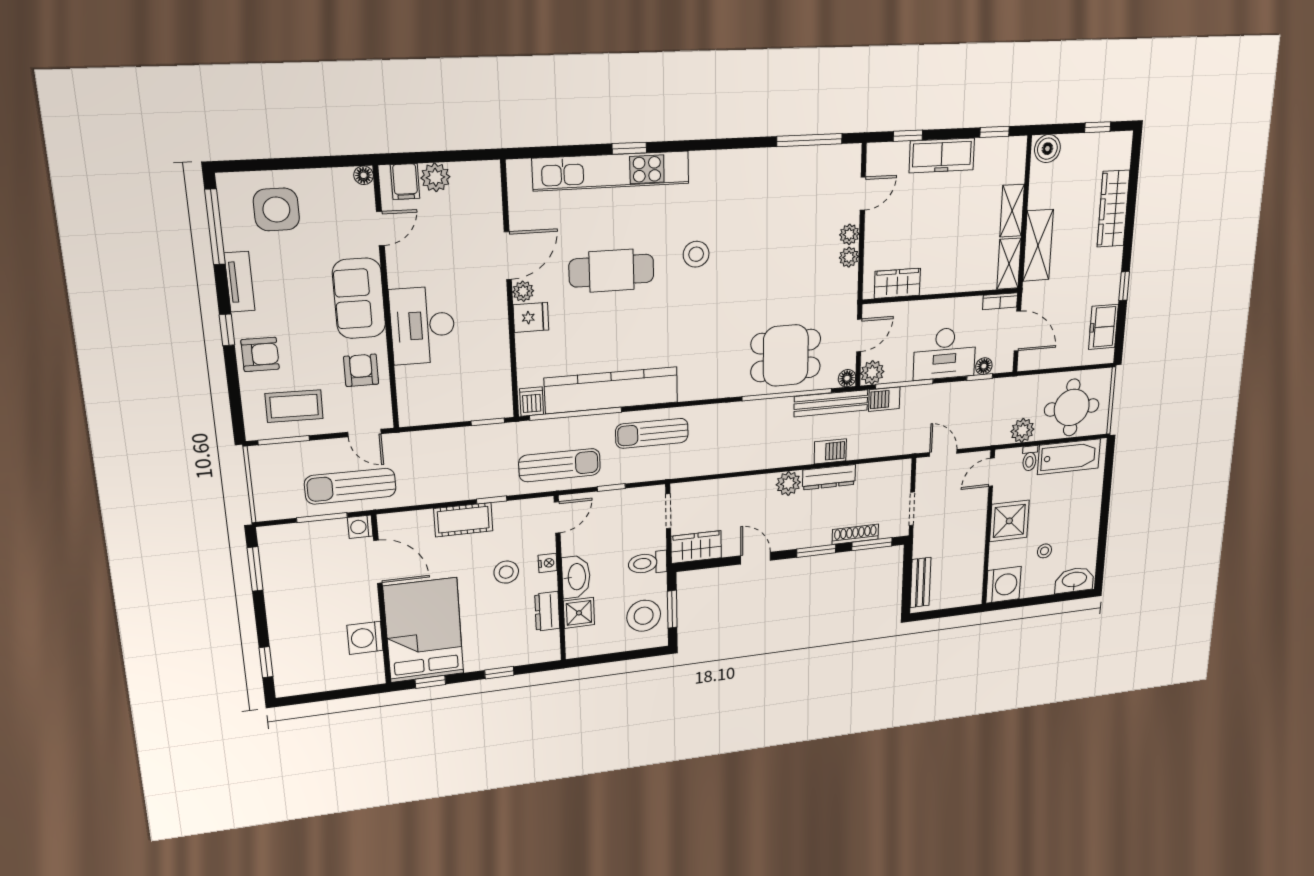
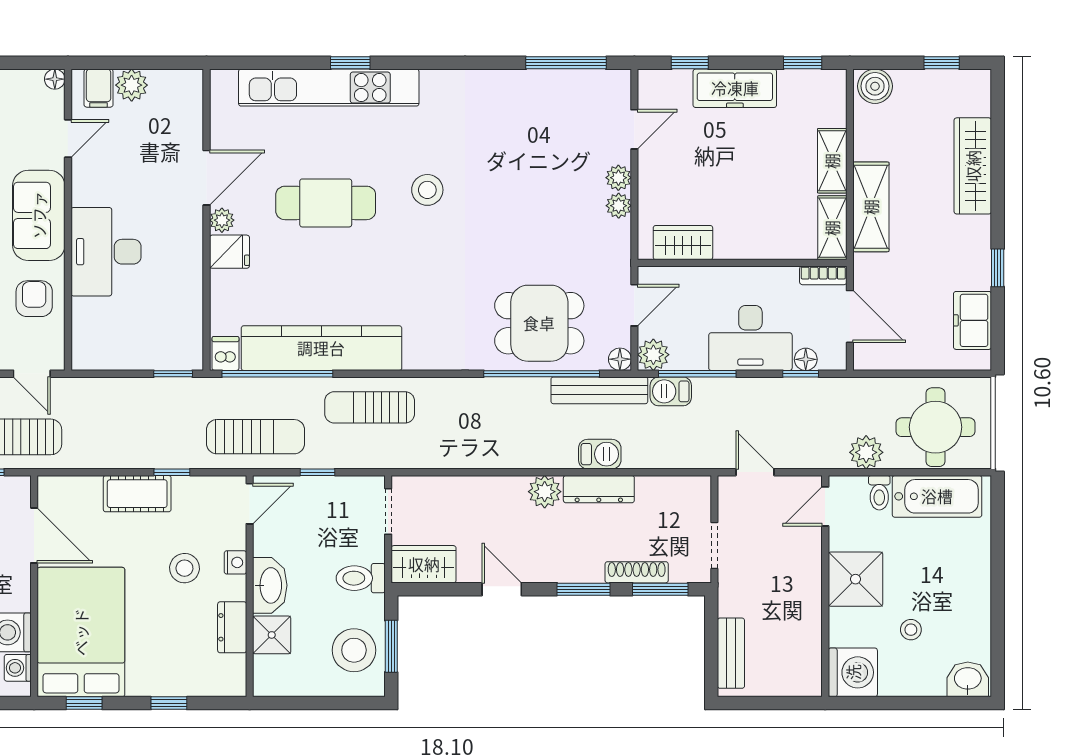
washing machine: (360, 527) -> (18, 668), moved
washbasin: (1074, 580) -> (968, 679), width x0.72

